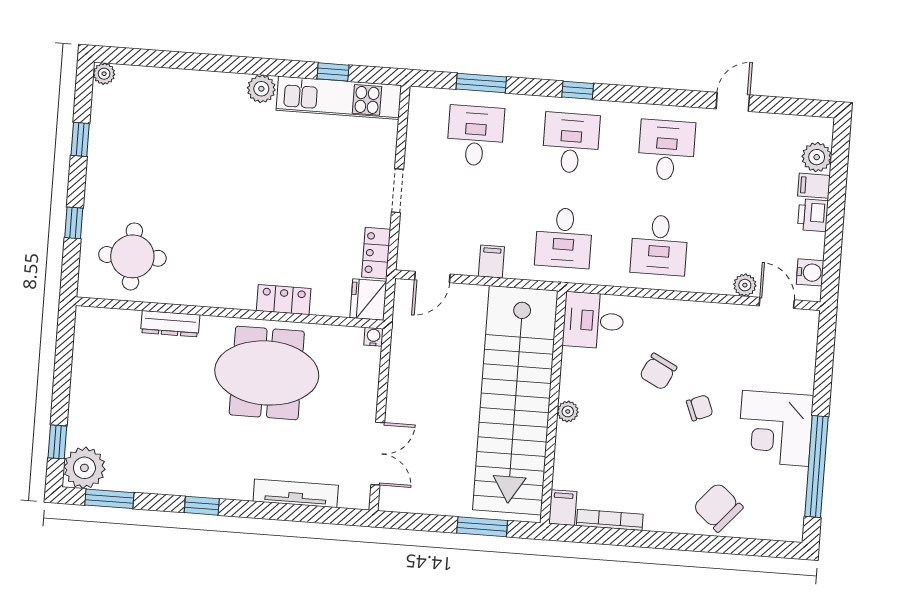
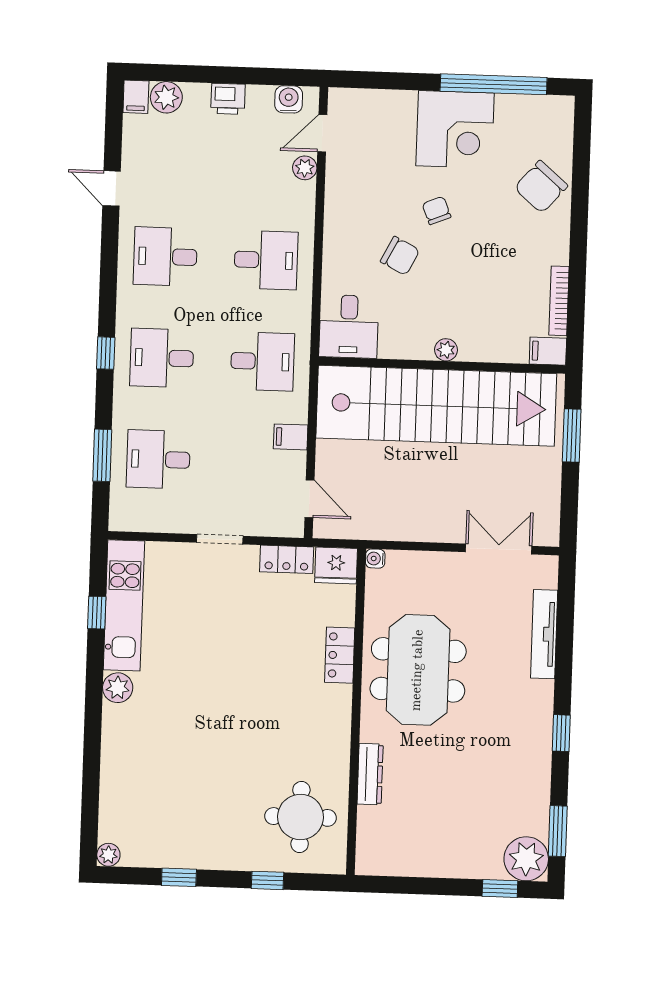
filing cabinet: (814, 186) -> (136, 97), moved

